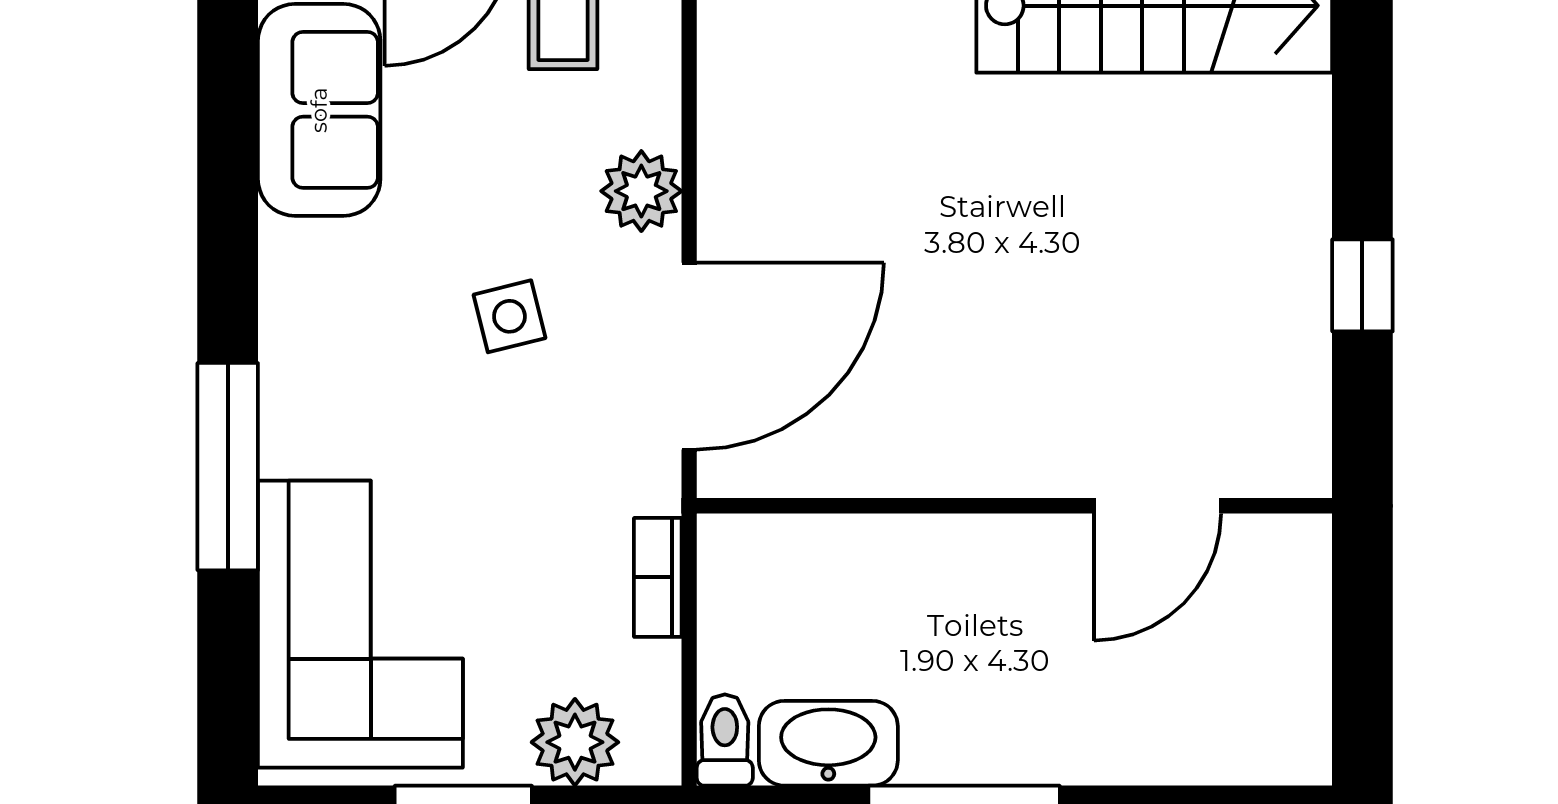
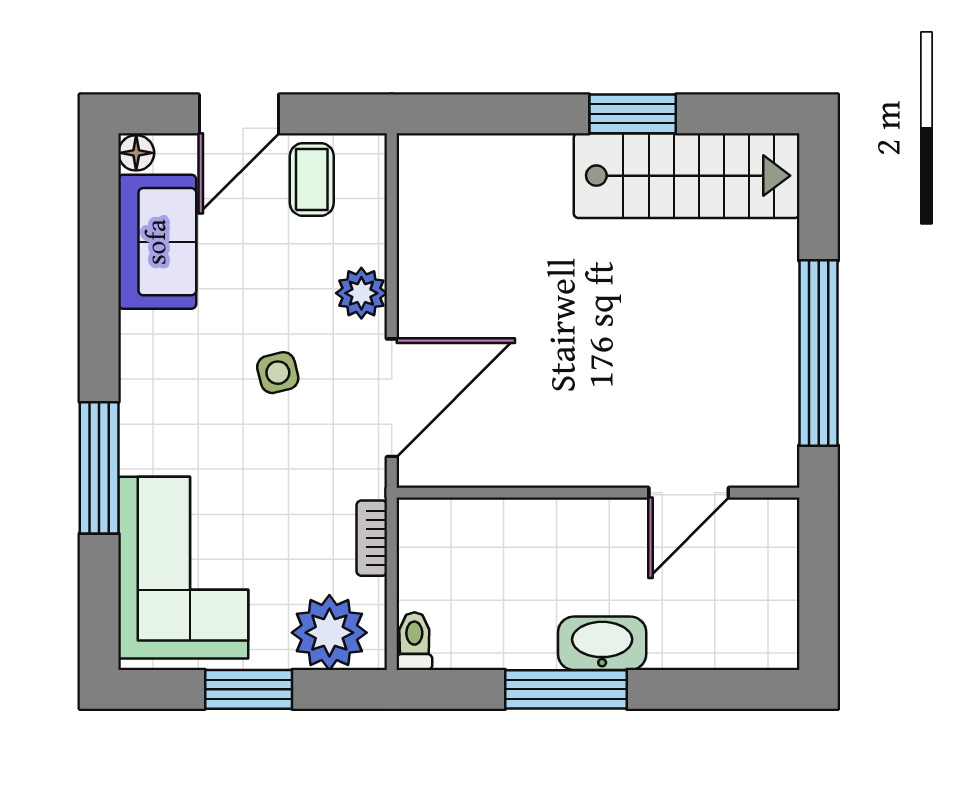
window: (1362, 285) -> (819, 353), width x3.17
plant: (575, 742) -> (329, 633), width x1.36, depth x1.36
washbasin: (828, 743) -> (602, 643), moved

